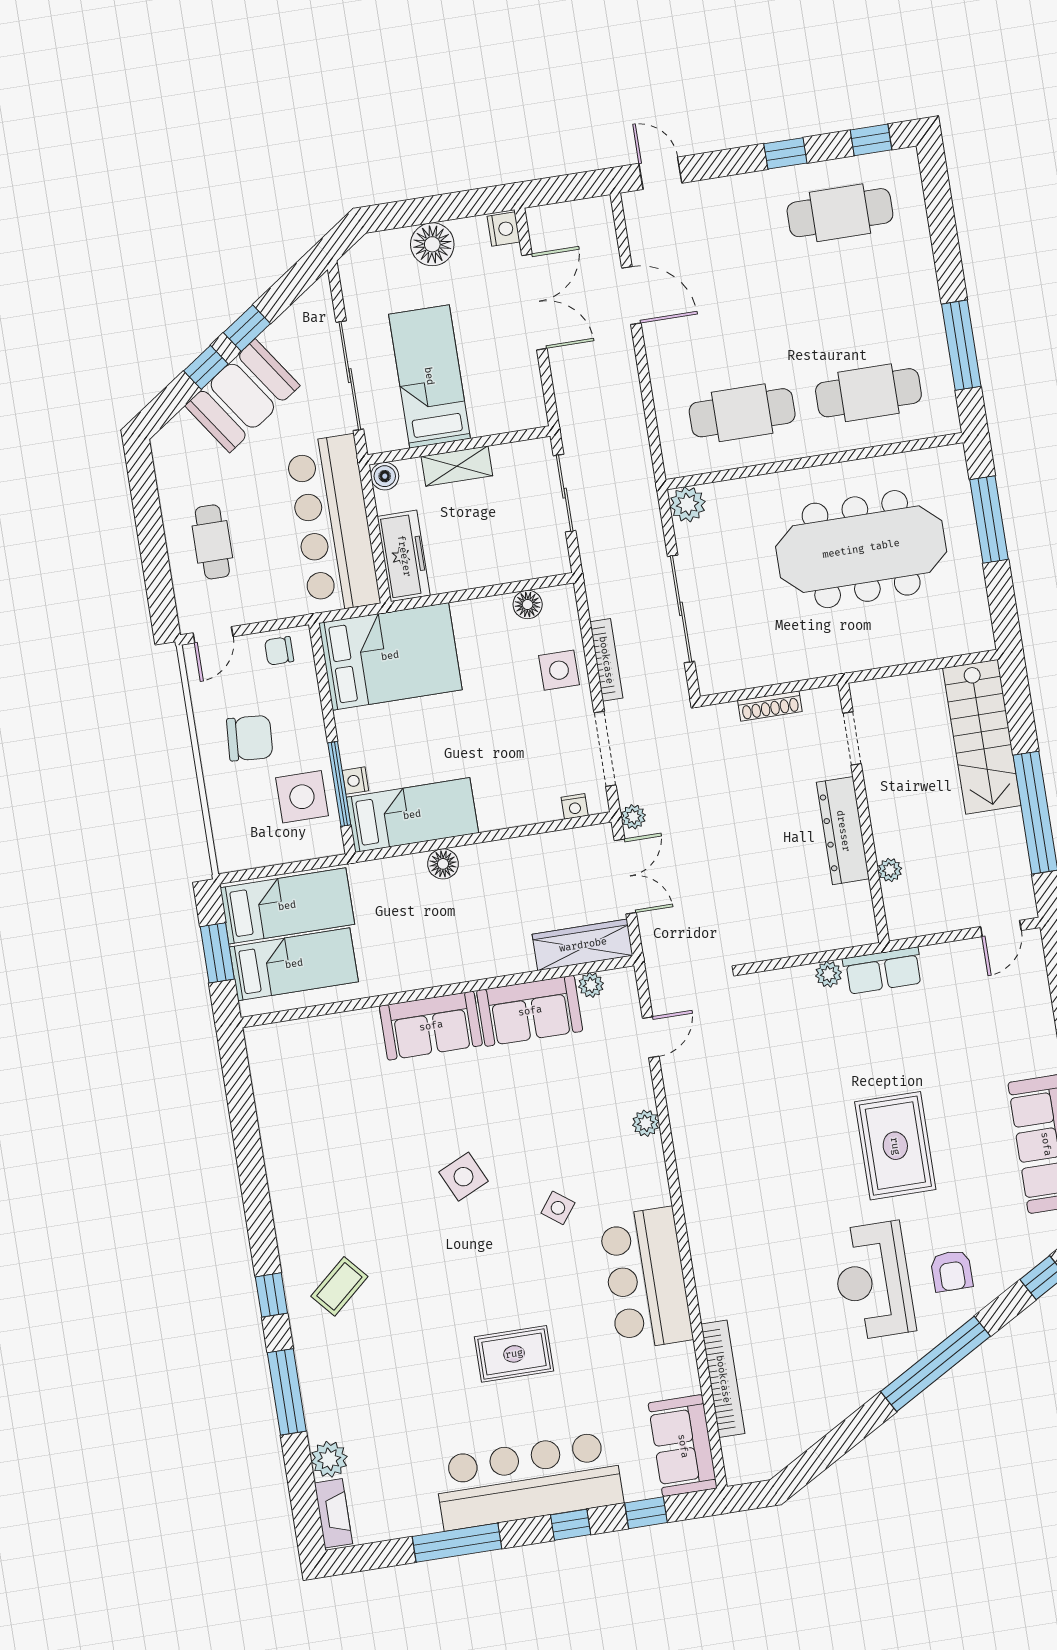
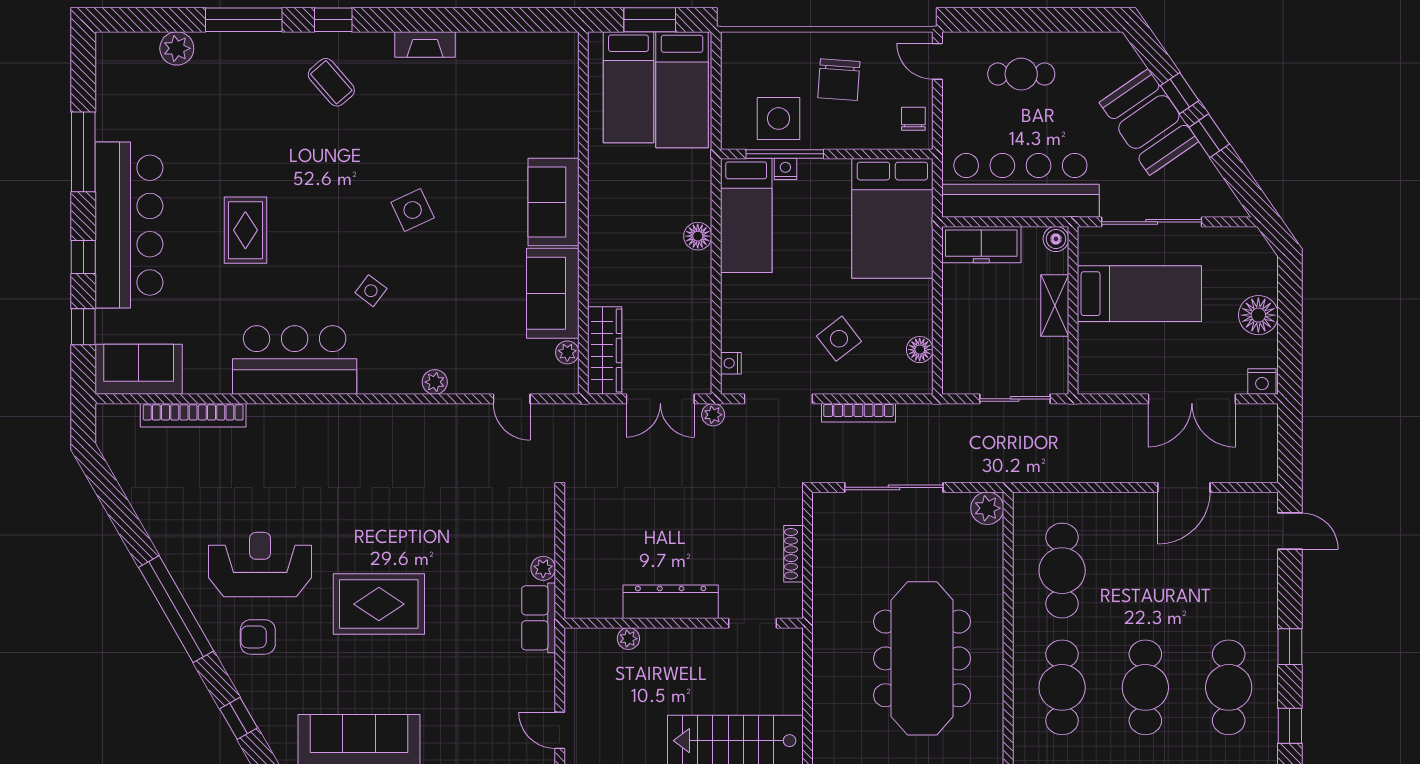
door: (660, 173) -> (1290, 531), hinge flipped
cafe table: (854, 303) -> (1145, 687), added
side table: (559, 670) -> (839, 339), moved, turned -38
fireplace: (333, 1513) -> (425, 44), moved

